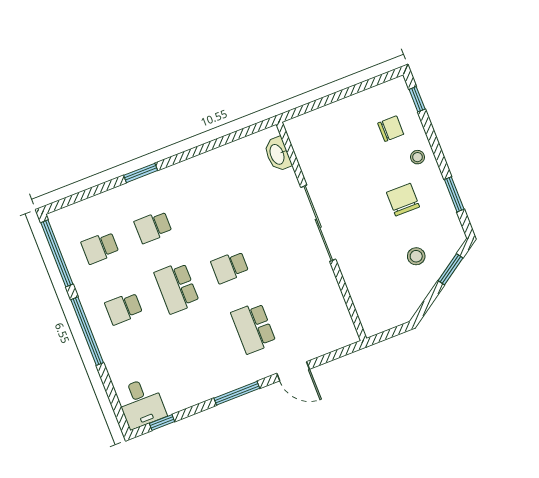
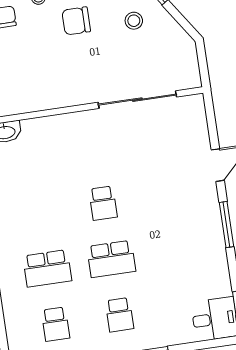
sliding door: (318, 223) -> (137, 100), moved
school desk: (153, 227) -> (47, 268), width x1.85
school desk: (253, 328) -> (167, 194), removed

